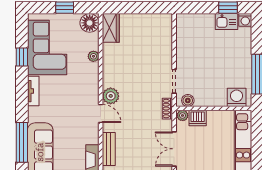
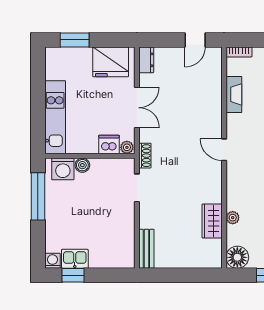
wardrobe: (111, 28) -> (212, 221), moved
plant: (111, 96) -> (212, 171), removed
boiler: (188, 100) -> (82, 165), moved
bench: (109, 149) -> (146, 249), moved

